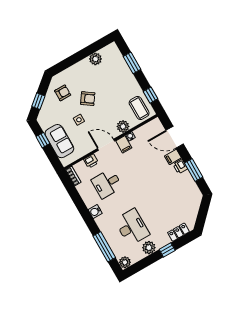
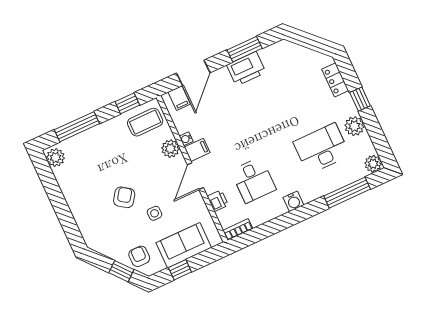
plant: (95, 59) -> (55, 158), moved
window: (132, 63) -> (77, 127), width x1.44
armchair: (63, 93) -> (139, 256), moved
filing cabinet: (173, 157) -> (179, 98), moved
printer: (180, 166) -> (246, 69), width x1.87, depth x1.48

